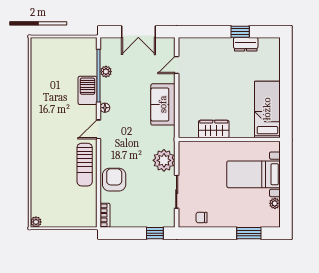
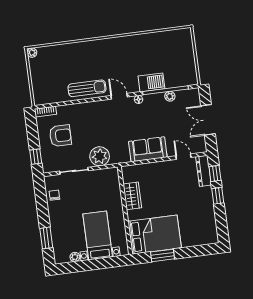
window: (200, 32) -> (215, 173), added
window: (240, 32) -> (218, 196), moved
dresser: (246, 44) -> (204, 171), moved, width x1.44
window: (286, 103) -> (163, 255), added
bed: (267, 109) -> (155, 235), width x1.50
sun lounger: (85, 165) -> (87, 88), turned 180
armchair: (114, 180) -> (60, 136), moved

